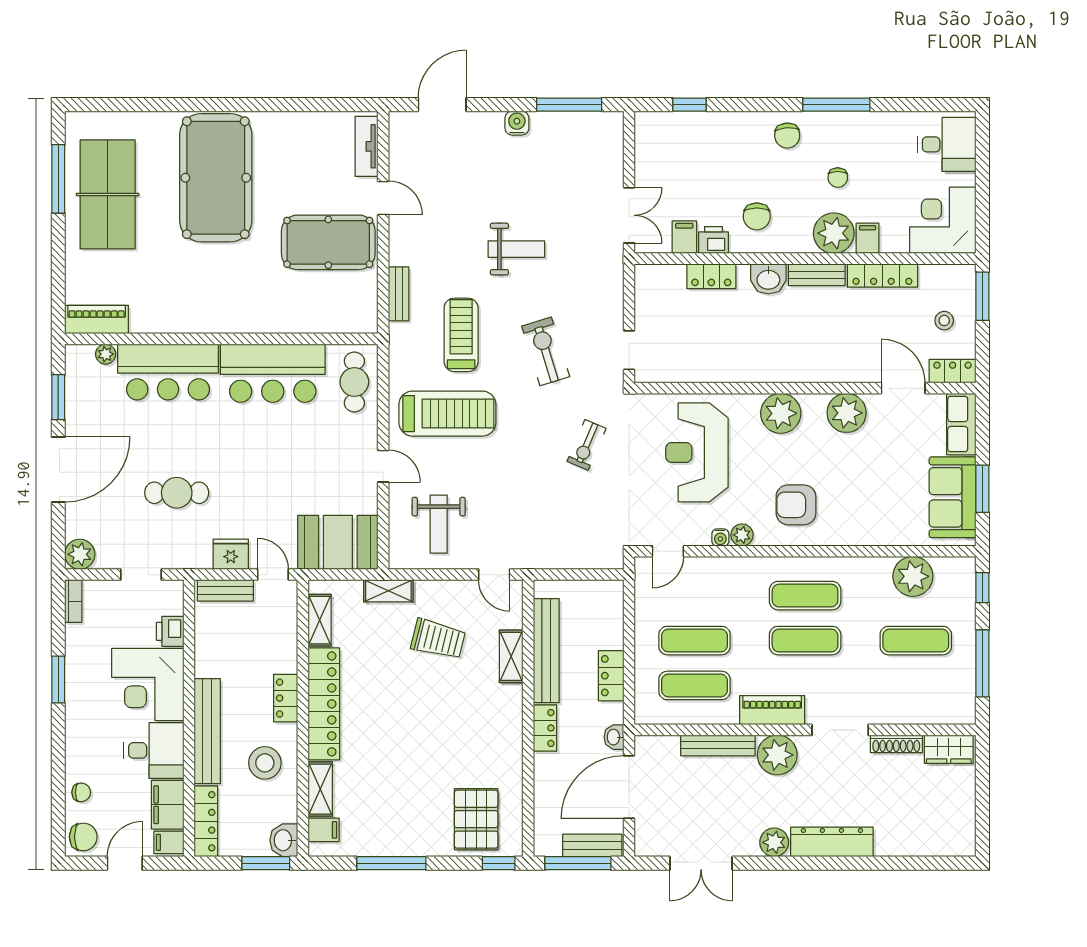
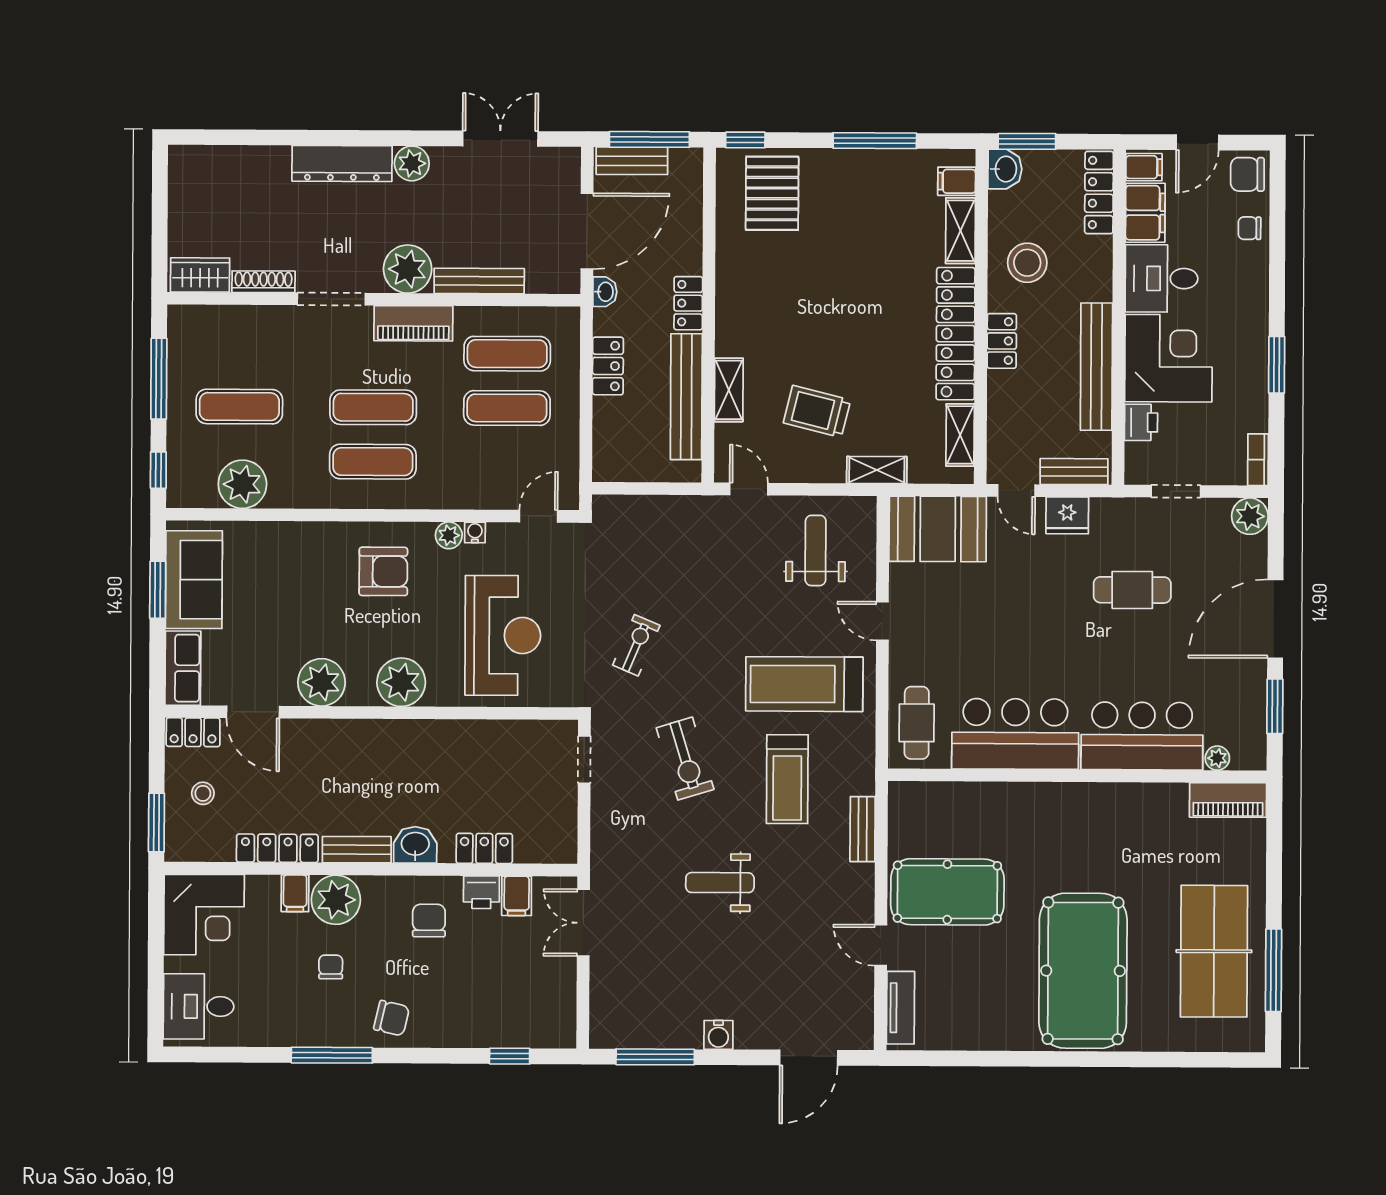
chair: (787, 136) -> (392, 1018), turned 107
bench: (207, 731) -> (1096, 367), moved

